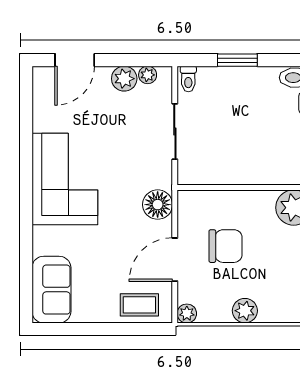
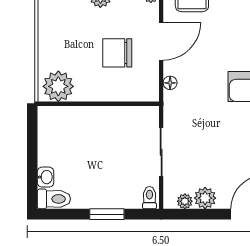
floor lamp: (158, 205) -> (170, 83), width x0.53, depth x0.53

